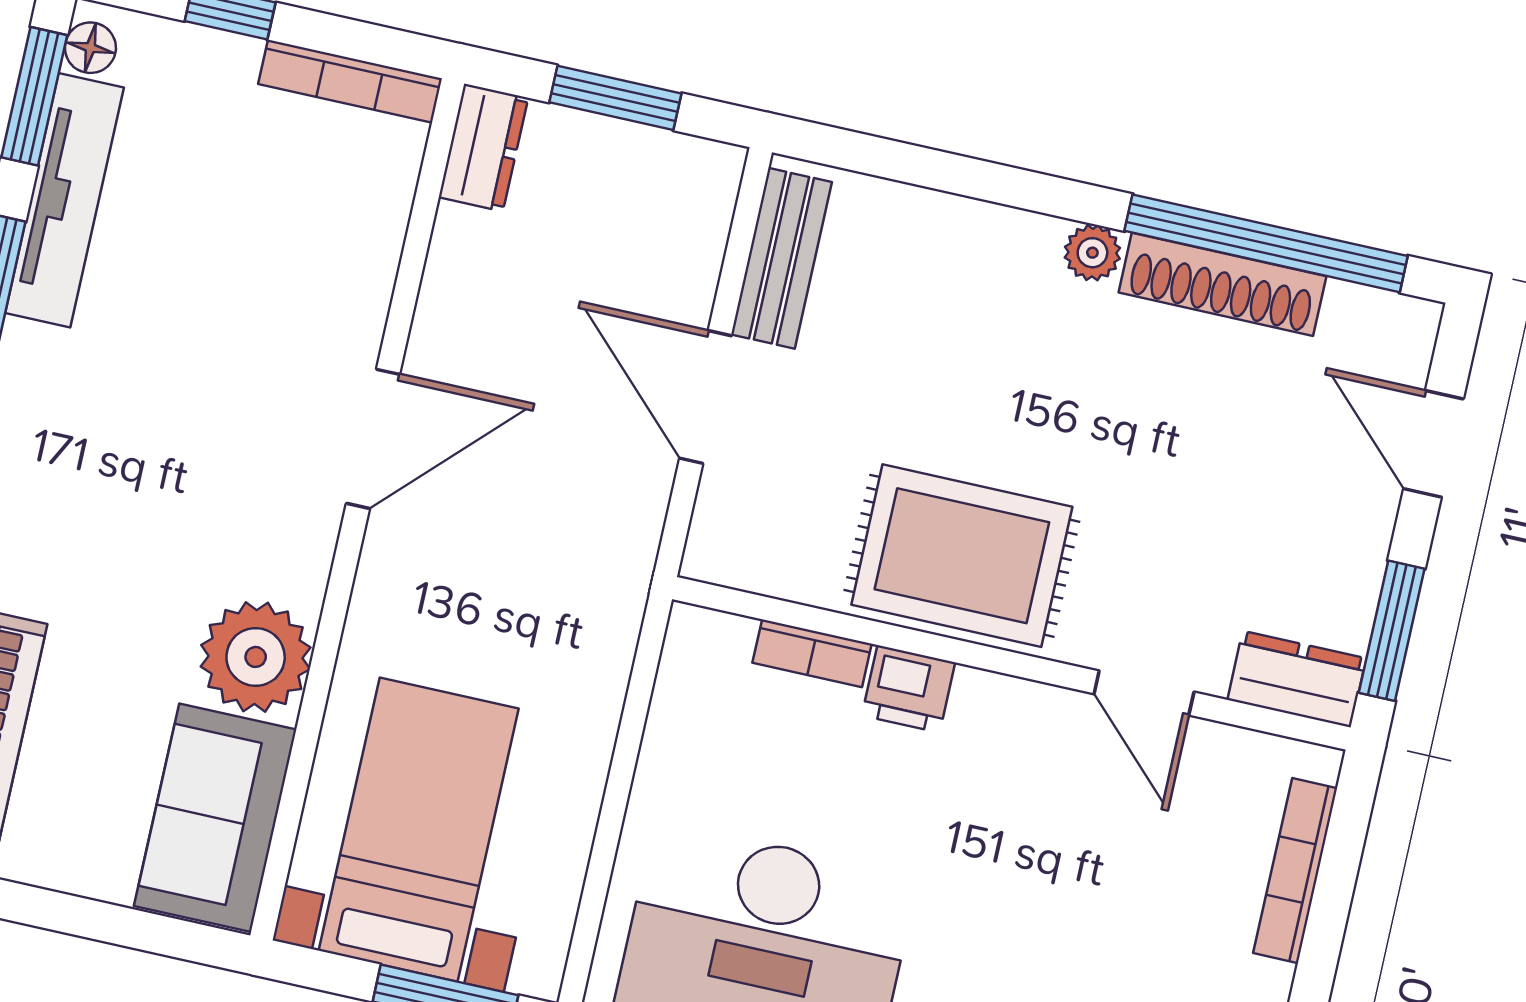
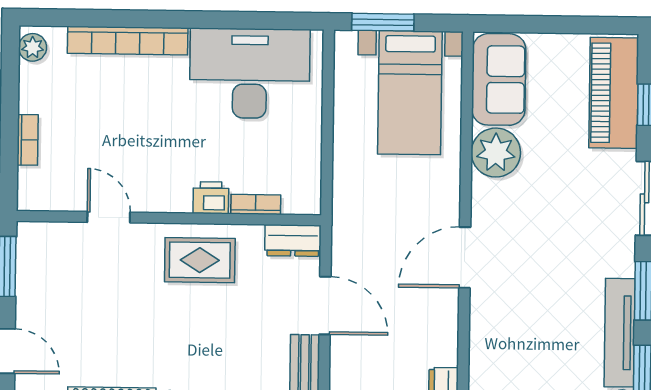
rug: (962, 556) -> (200, 260), width x0.73, depth x0.70
dresser: (1297, 679) -> (293, 240), moved
bookcase: (1295, 871) -> (28, 140), width x0.64

